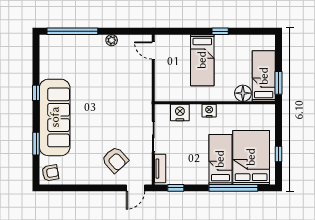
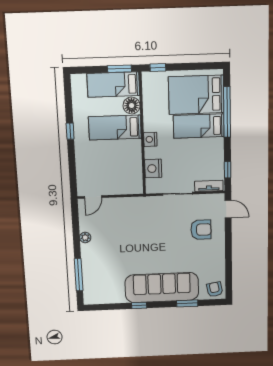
window: (72, 31) -> (79, 275), width x0.68
bed: (202, 60) -> (115, 128), moved, turned 180
window: (278, 154) -> (158, 67), moved
armchair: (115, 160) -> (201, 230), turned 42

